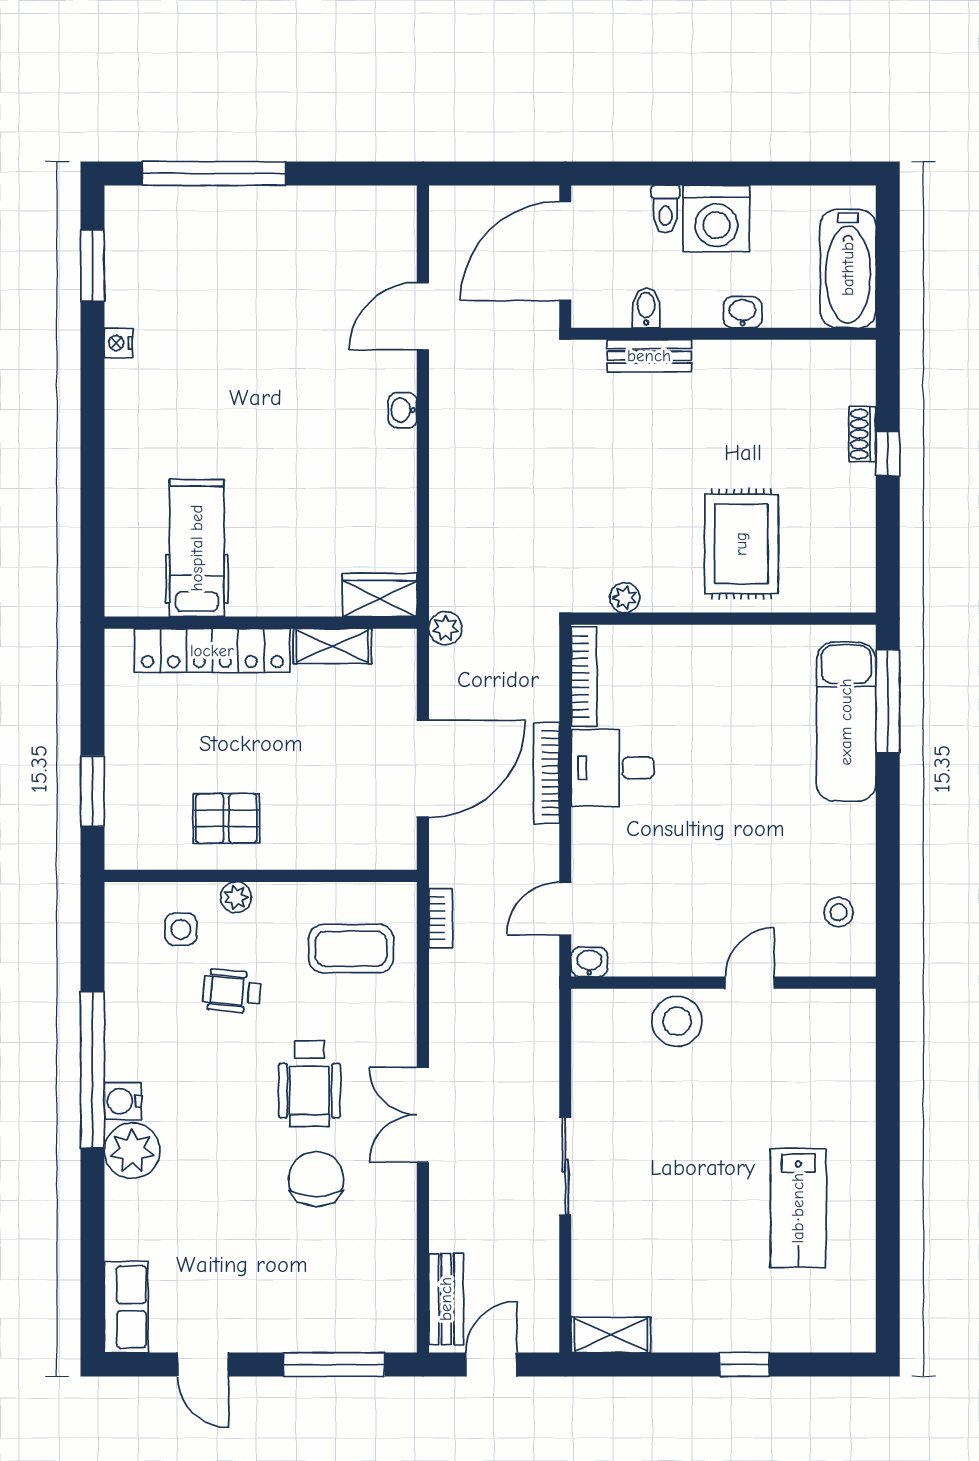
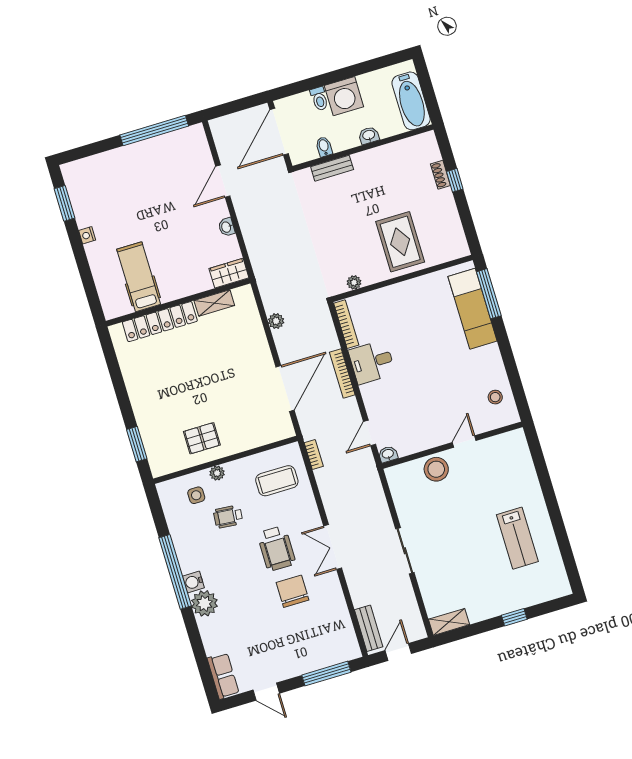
window: (214, 173) -> (154, 131), moved
hospital bed: (197, 548) -> (139, 277), moved
wardrobe: (380, 595) -> (229, 273), moved
wall: (261, 623) -> (178, 302), moved
shelving: (332, 646) -> (214, 303), moved
locker: (212, 651) -> (160, 322), moved

